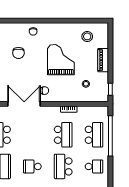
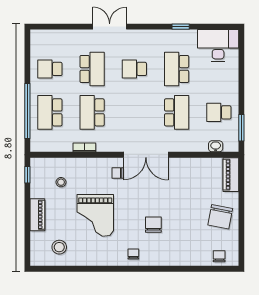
school desk: (32, 166) -> (134, 69), turned 180

